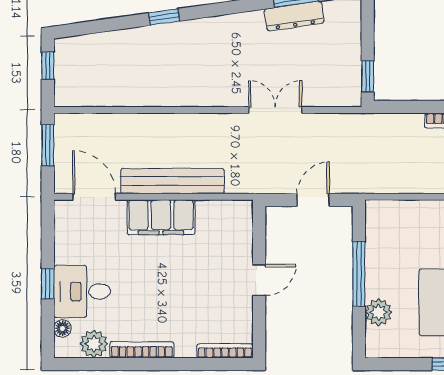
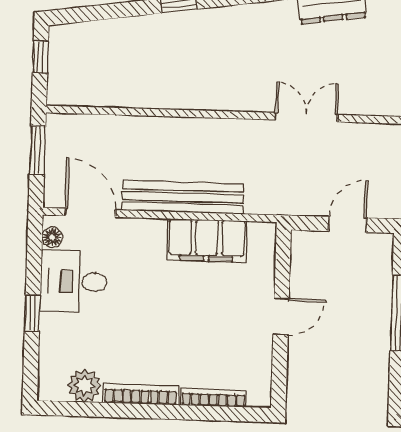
filing cabinet: (161, 217) -> (207, 240), moved
desk: (82, 291) -> (74, 281), moved
floor lamp: (63, 328) -> (52, 237), moved
bookcase: (225, 351) -> (213, 398), moved

